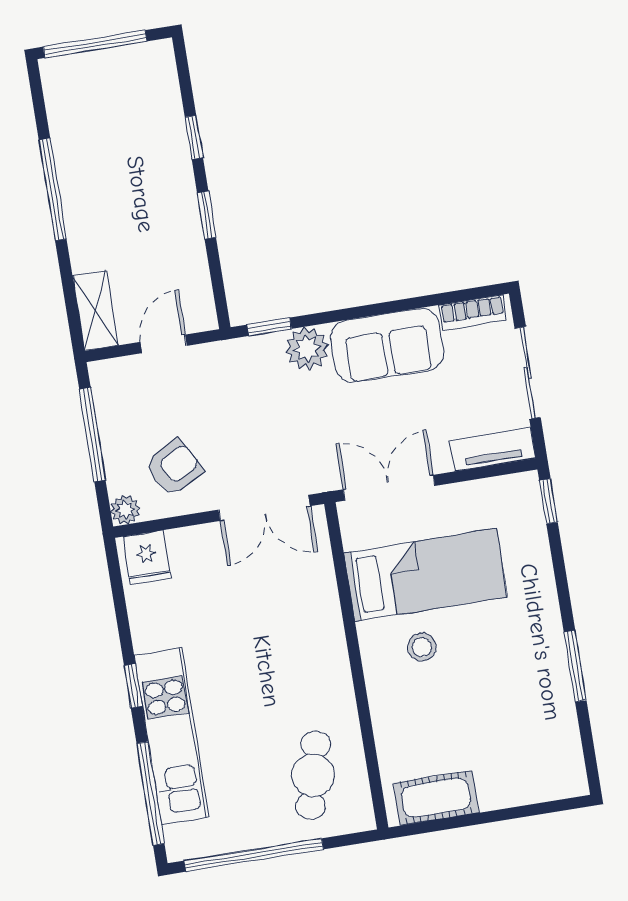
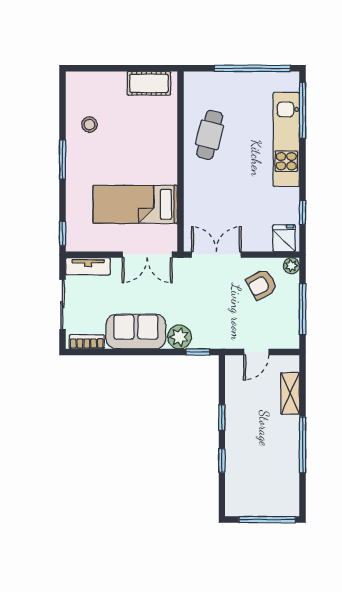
shelving: (95, 311) -> (290, 393), moved
stool: (422, 647) -> (89, 125), moved
window: (575, 666) -> (63, 160), moved
window: (133, 686) -> (303, 213), moved
cafe table: (313, 775) -> (210, 135), moved

